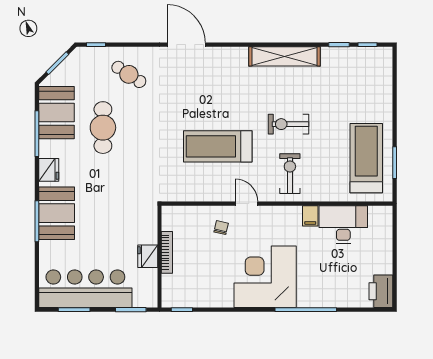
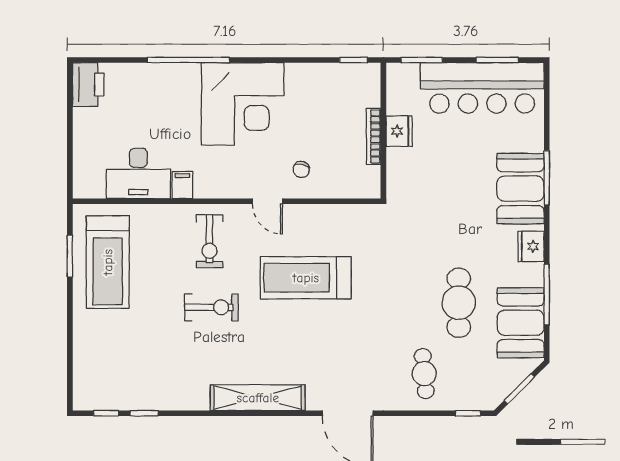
shelving: (284, 56) -> (258, 398), moved
cafe table: (129, 74) -> (424, 374), turned 52
treadmill: (218, 146) -> (306, 278), turned 180

